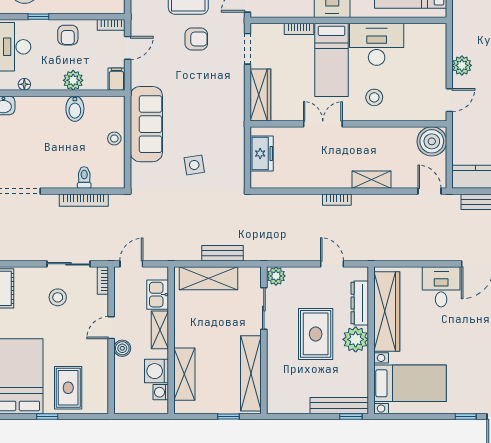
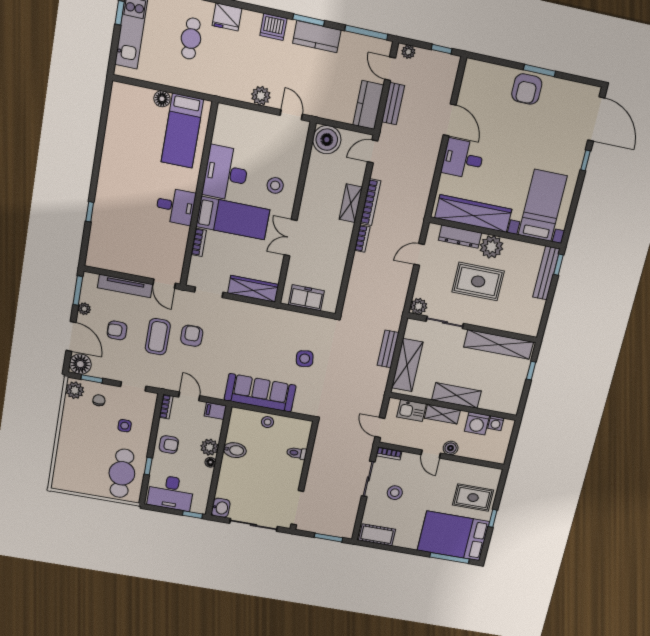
floor lamp: (24, 84) -> (210, 462), moved
bookcase: (84, 200) -> (370, 202), moved
shelving: (184, 374) -> (457, 395), moved

